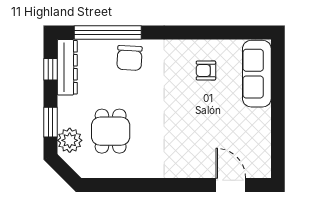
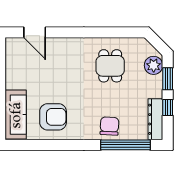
window: (50, 69) -> (168, 108), moved
armchair: (206, 70) -> (53, 117), width x1.88, depth x1.88
dining table: (111, 131) -> (110, 66), moved

